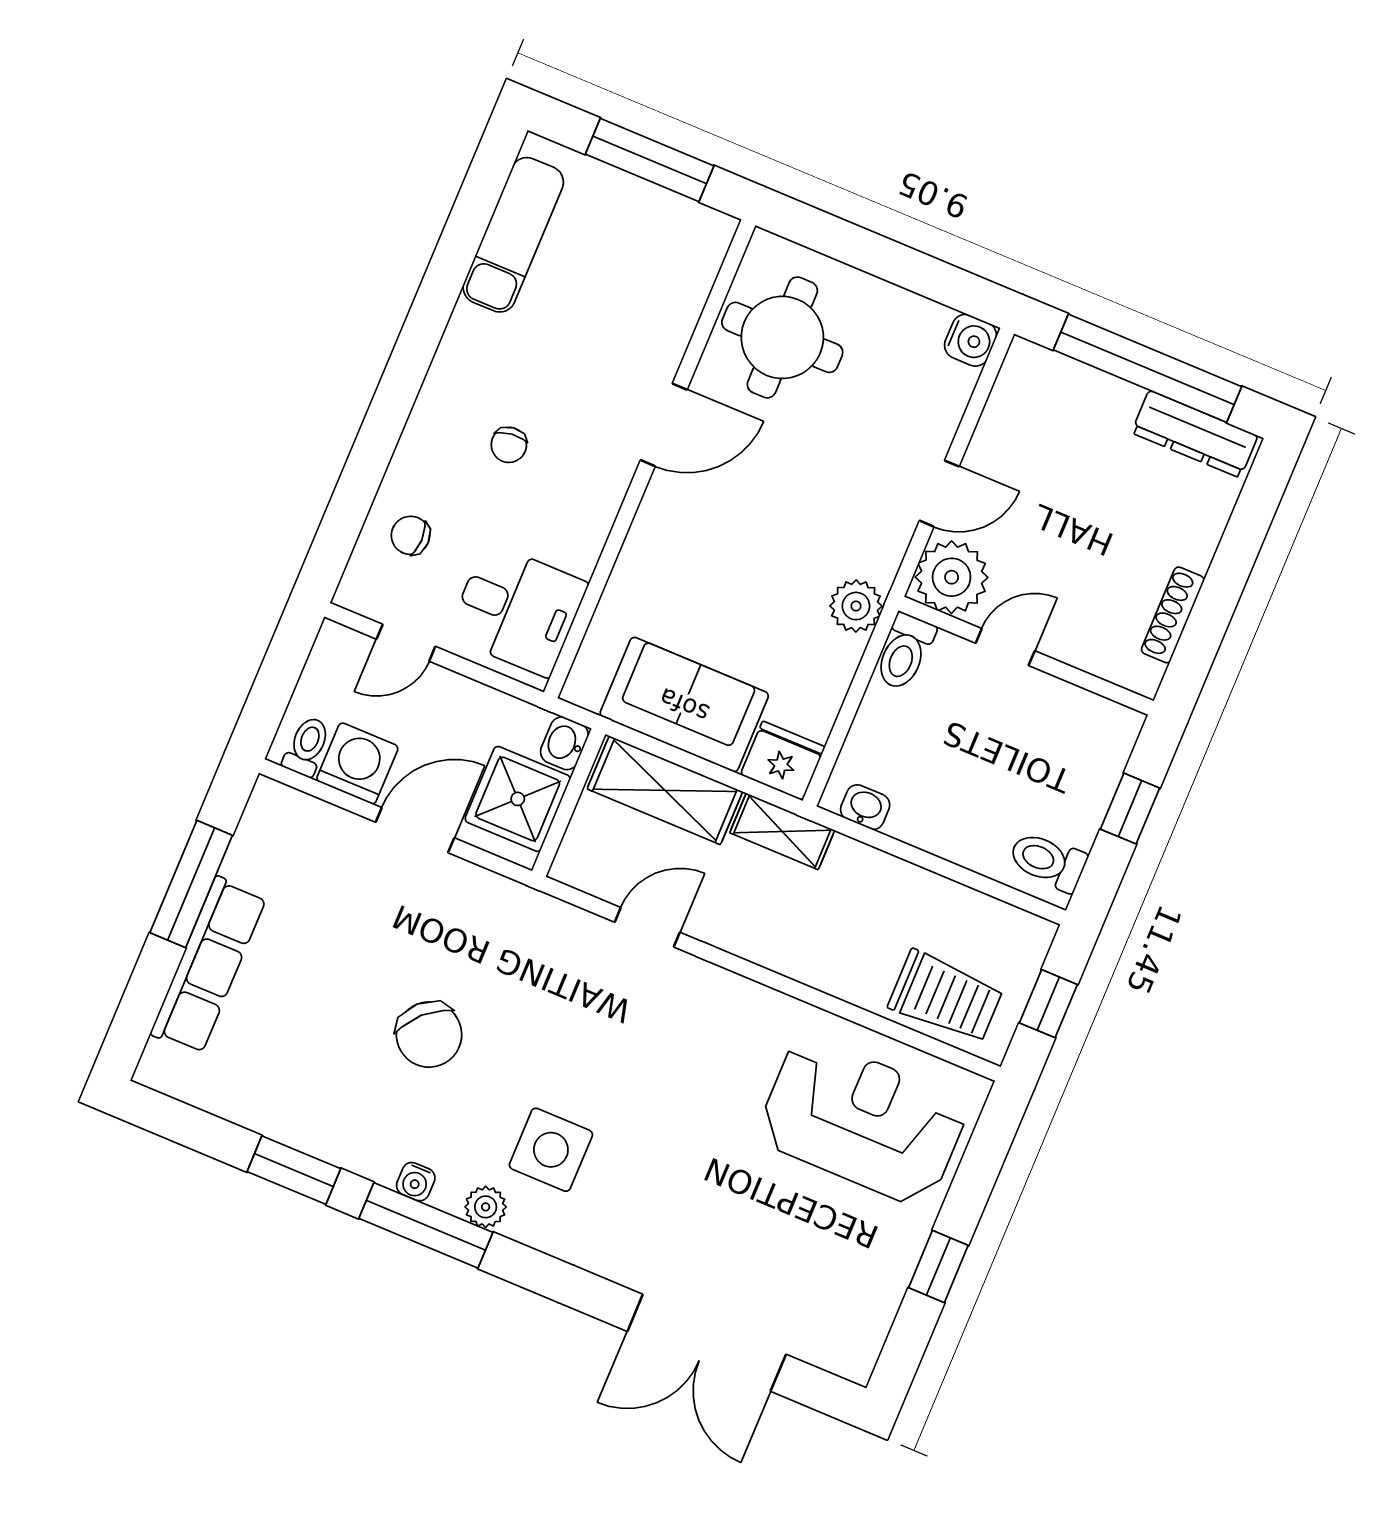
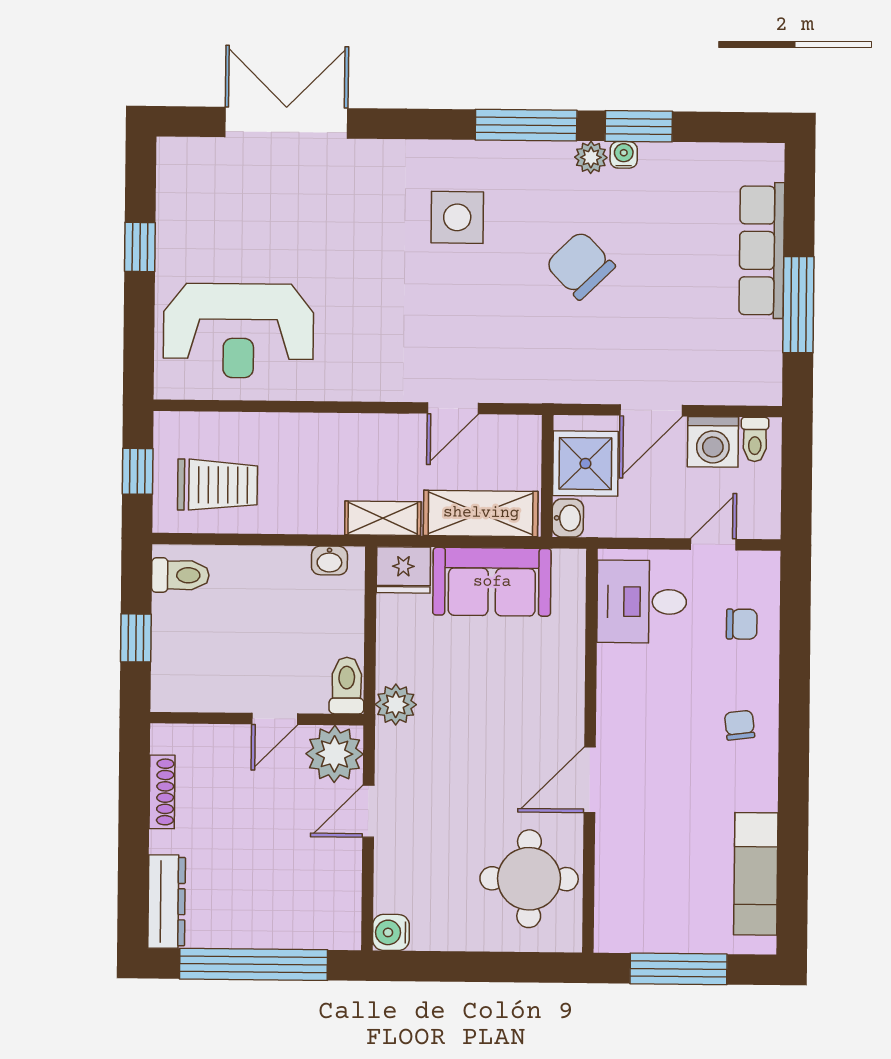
dresser: (1195, 434) -> (167, 902), moved, turned 90
chair: (509, 445) -> (740, 725), moved
trolley: (946, 997) -> (218, 485), moved, turned 180
water cooler: (416, 1182) -> (624, 155), moved
plant: (486, 1207) -> (591, 157), moved

